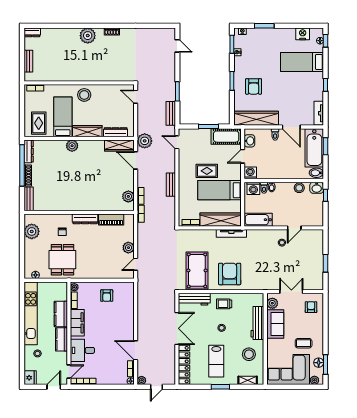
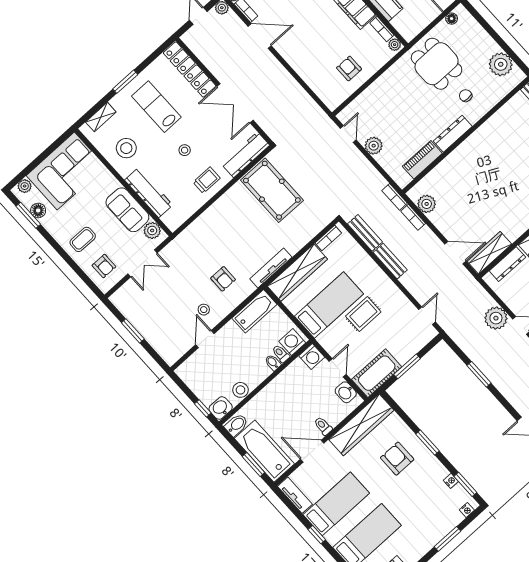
bed: (303, 91) -> (336, 504), added
bench: (171, 113) -> (365, 233), moved
plant: (145, 141) -> (496, 318), moved
door: (177, 142) -> (427, 316), hinge flipped
armchair: (230, 274) -> (223, 279), moved, width x0.53, depth x0.53
coffee table: (304, 343) -> (83, 239), moved

